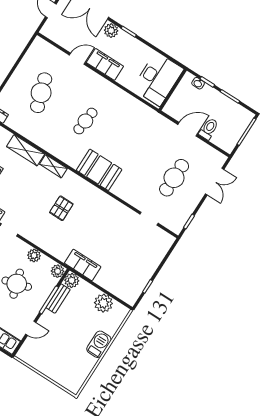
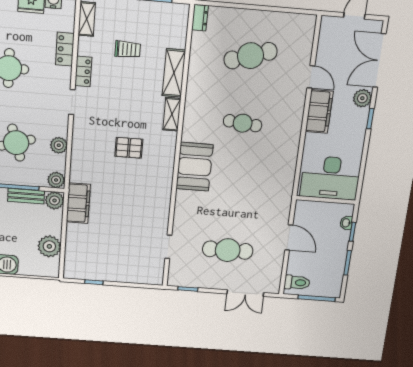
toilet: (209, 129) -> (297, 283), moved

